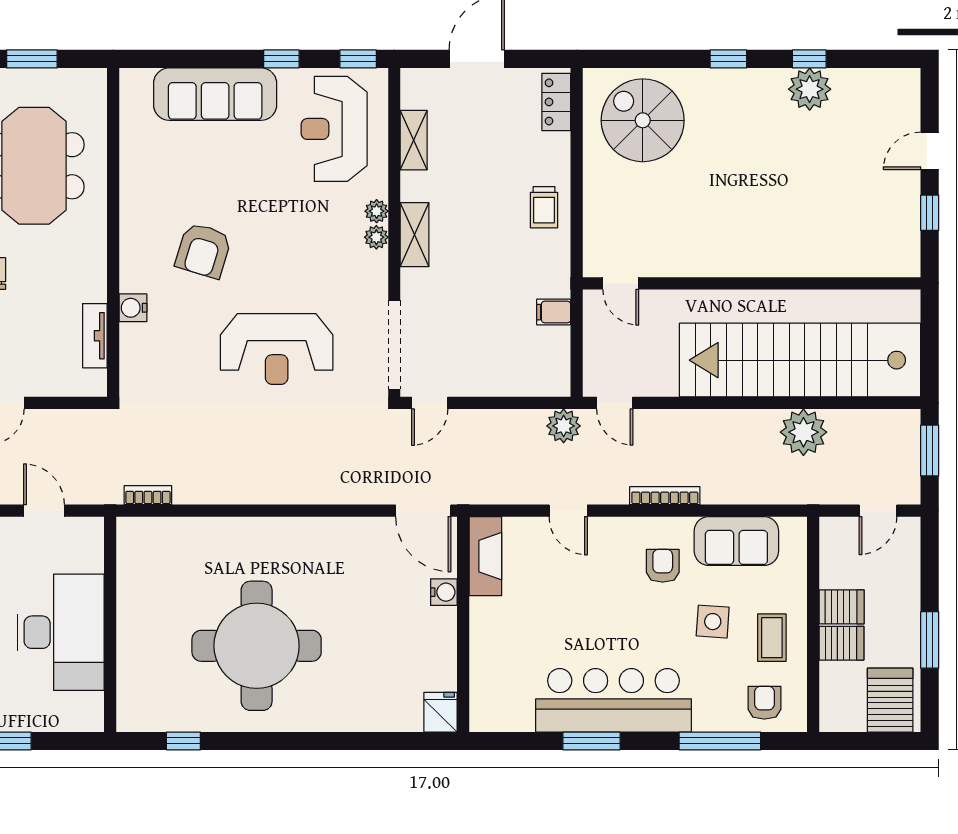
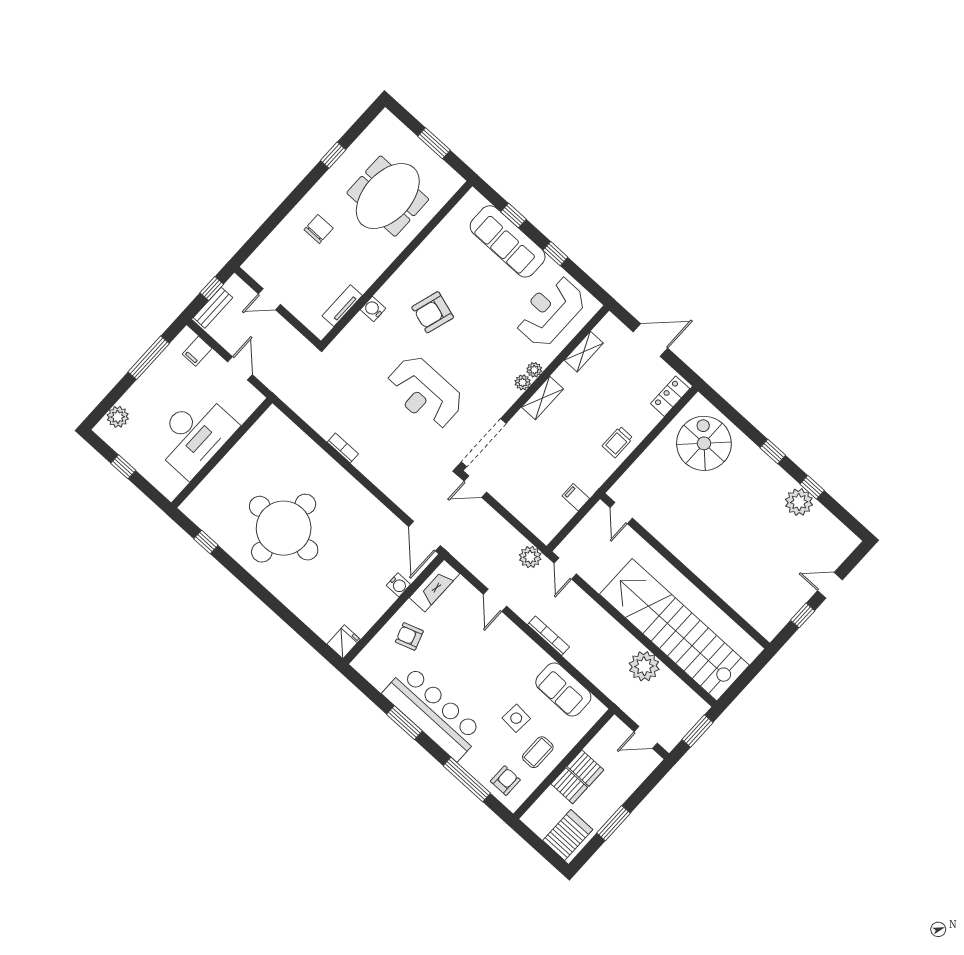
window: (358, 59) -> (513, 216), moved
bookcase: (148, 495) -> (343, 448), moved
armchair: (663, 566) -> (409, 636), moved, turned -109

